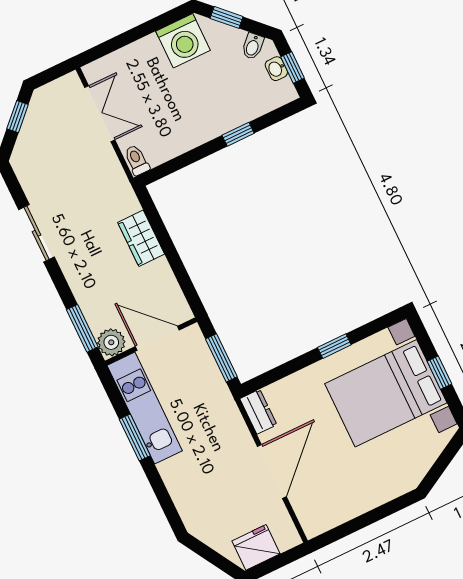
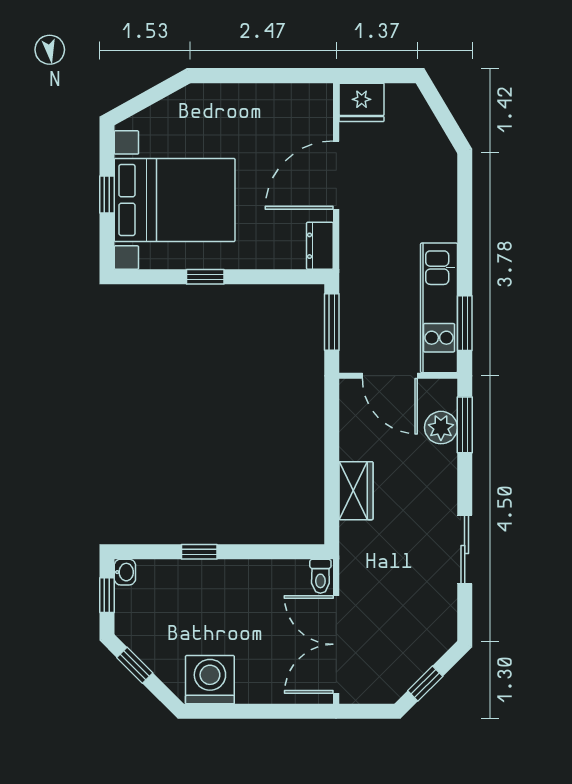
window: (227, 17) -> (135, 665), moved
bidet: (253, 46) -> (138, 638), removed
washbasin: (276, 69) -> (125, 572), moved
double door: (100, 114) -> (336, 644), width x1.37
plant: (111, 342) -> (441, 428), moved
window: (135, 437) -> (465, 323), moved
fridge: (256, 547) -> (362, 102), moved

